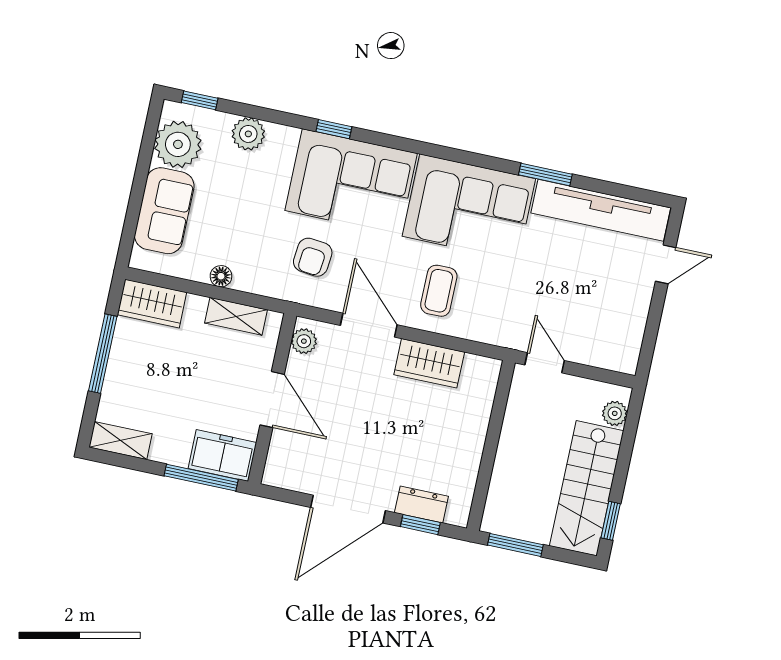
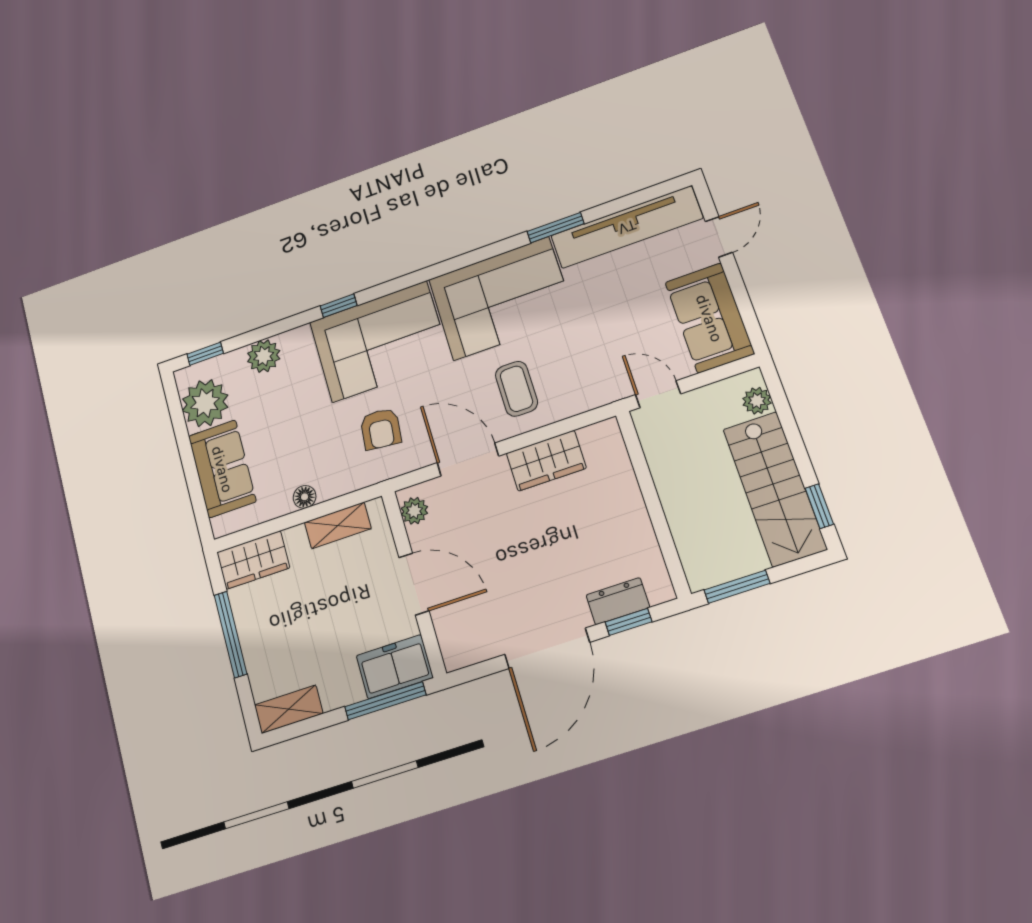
sofa: (619, 326) -> (709, 318), added

